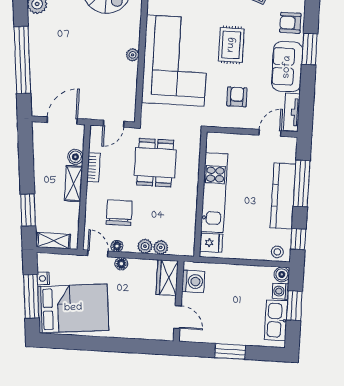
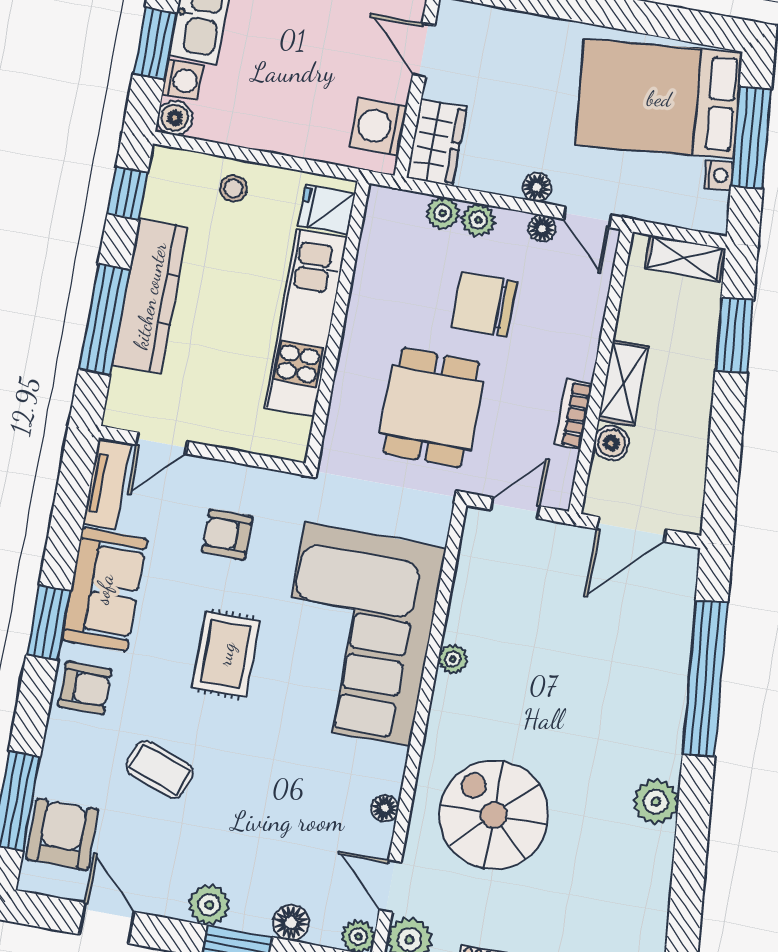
armchair: (237, 97) -> (227, 535), turned 90
chair: (119, 213) -> (484, 304), moved, turned 90
stool: (277, 252) -> (233, 188), moved

